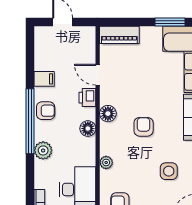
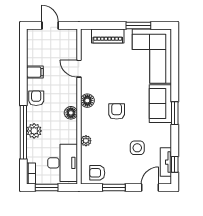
piano: (119, 35) -> (108, 36), moved
printer: (87, 98) -> (70, 87), removed
armchair: (46, 111) -> (36, 98), turned -90
window: (30, 121) -> (23, 132), moved

